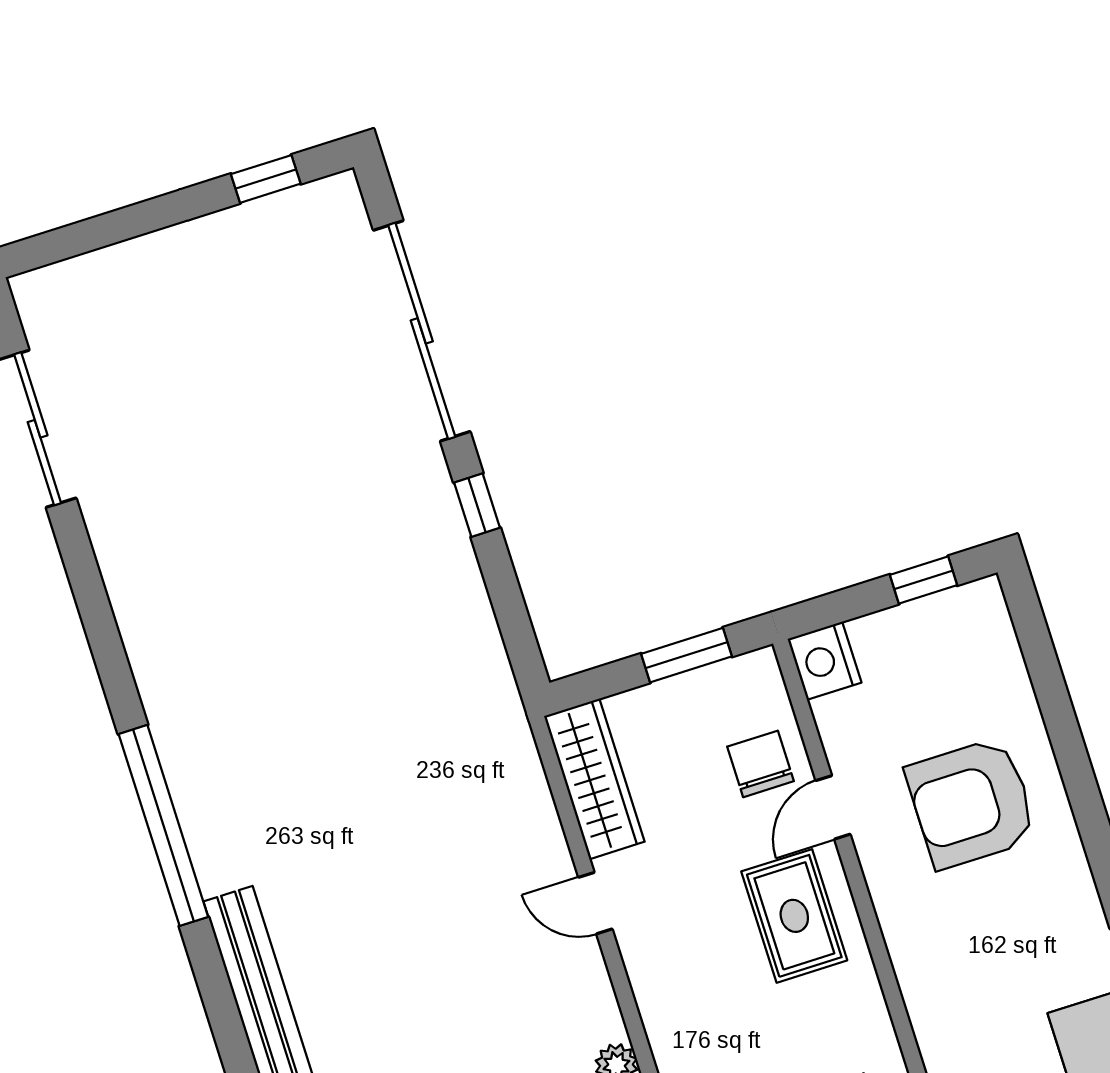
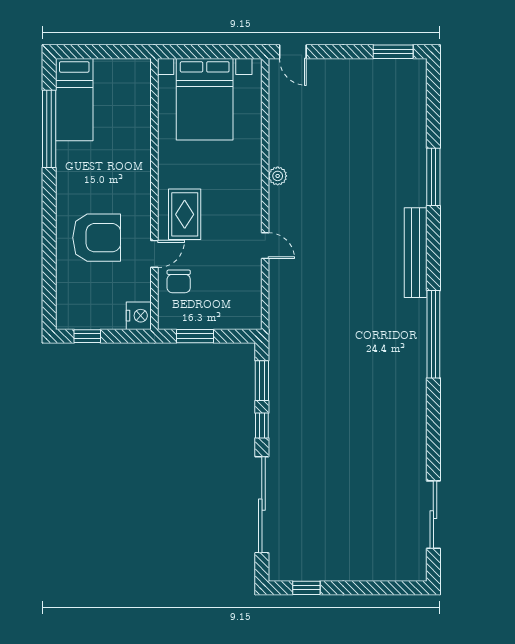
window: (508, 604) -> (262, 381), added
wardrobe: (594, 779) -> (249, 297), removed

